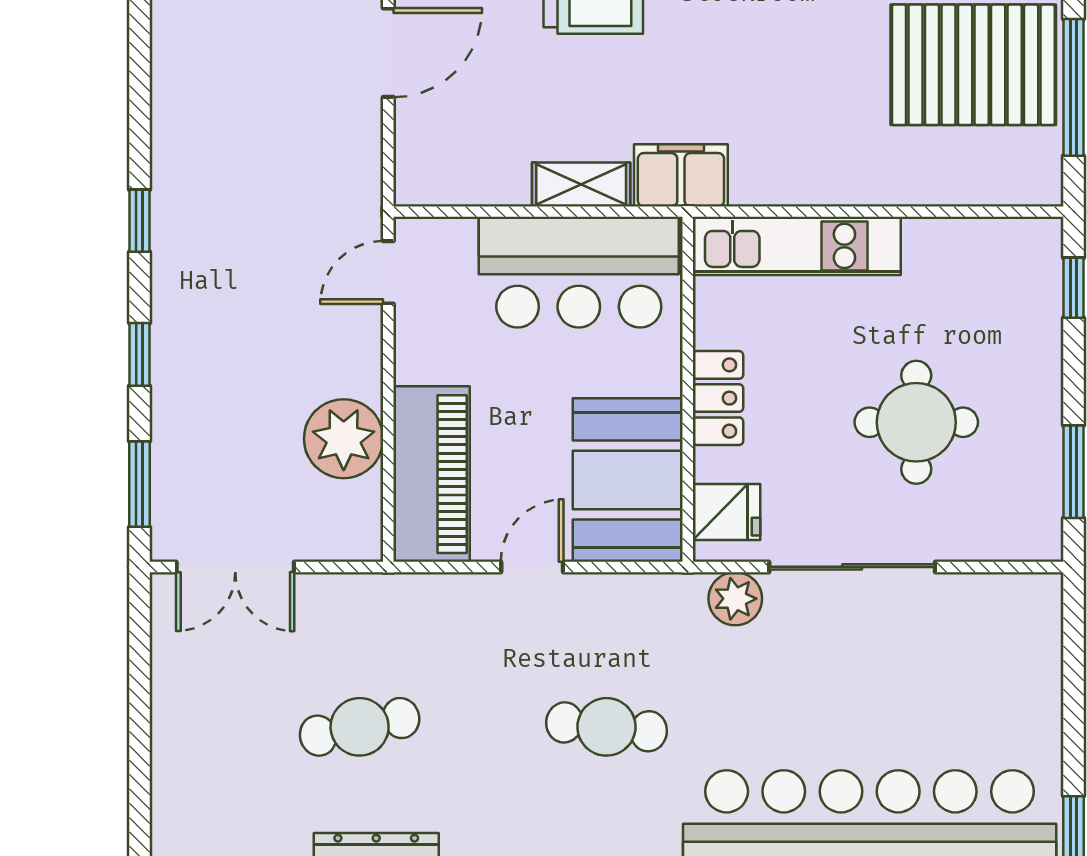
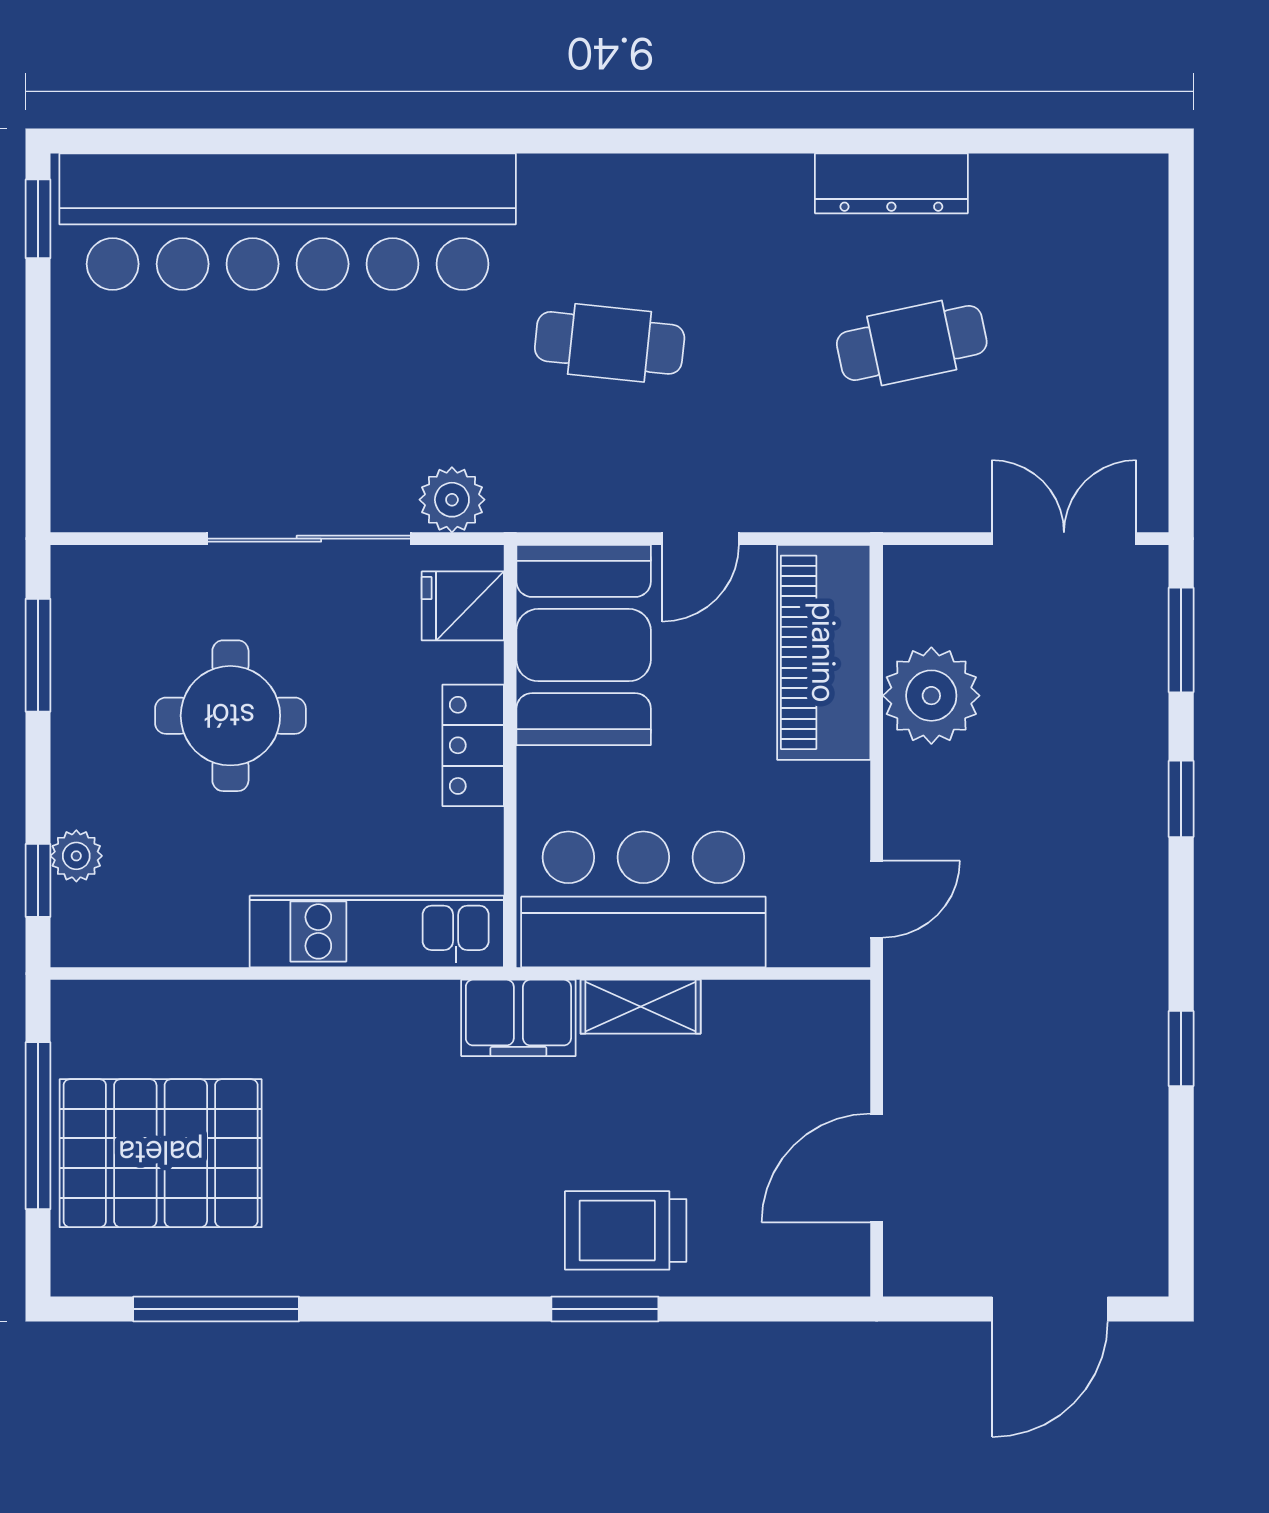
window: (140, 221) -> (1181, 1049), moved
plant: (1042, 308) -> (76, 856), added

